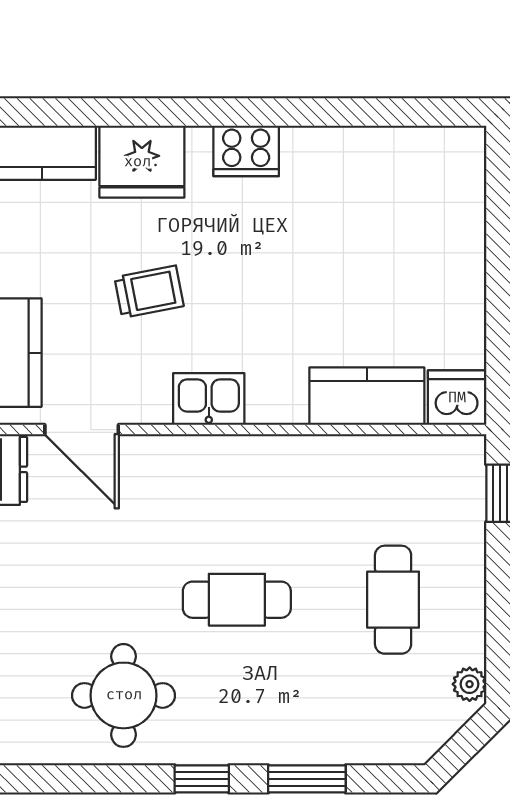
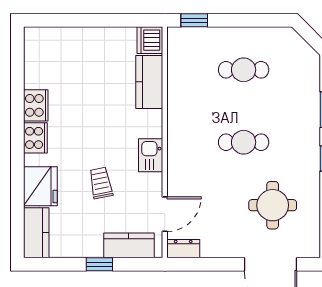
cooker: (316, 152) -> (36, 105), added
cafe table: (237, 600) -> (244, 142), turned 90
plant: (470, 684) -> (283, 34), removed
round table: (124, 695) -> (273, 205), moved

